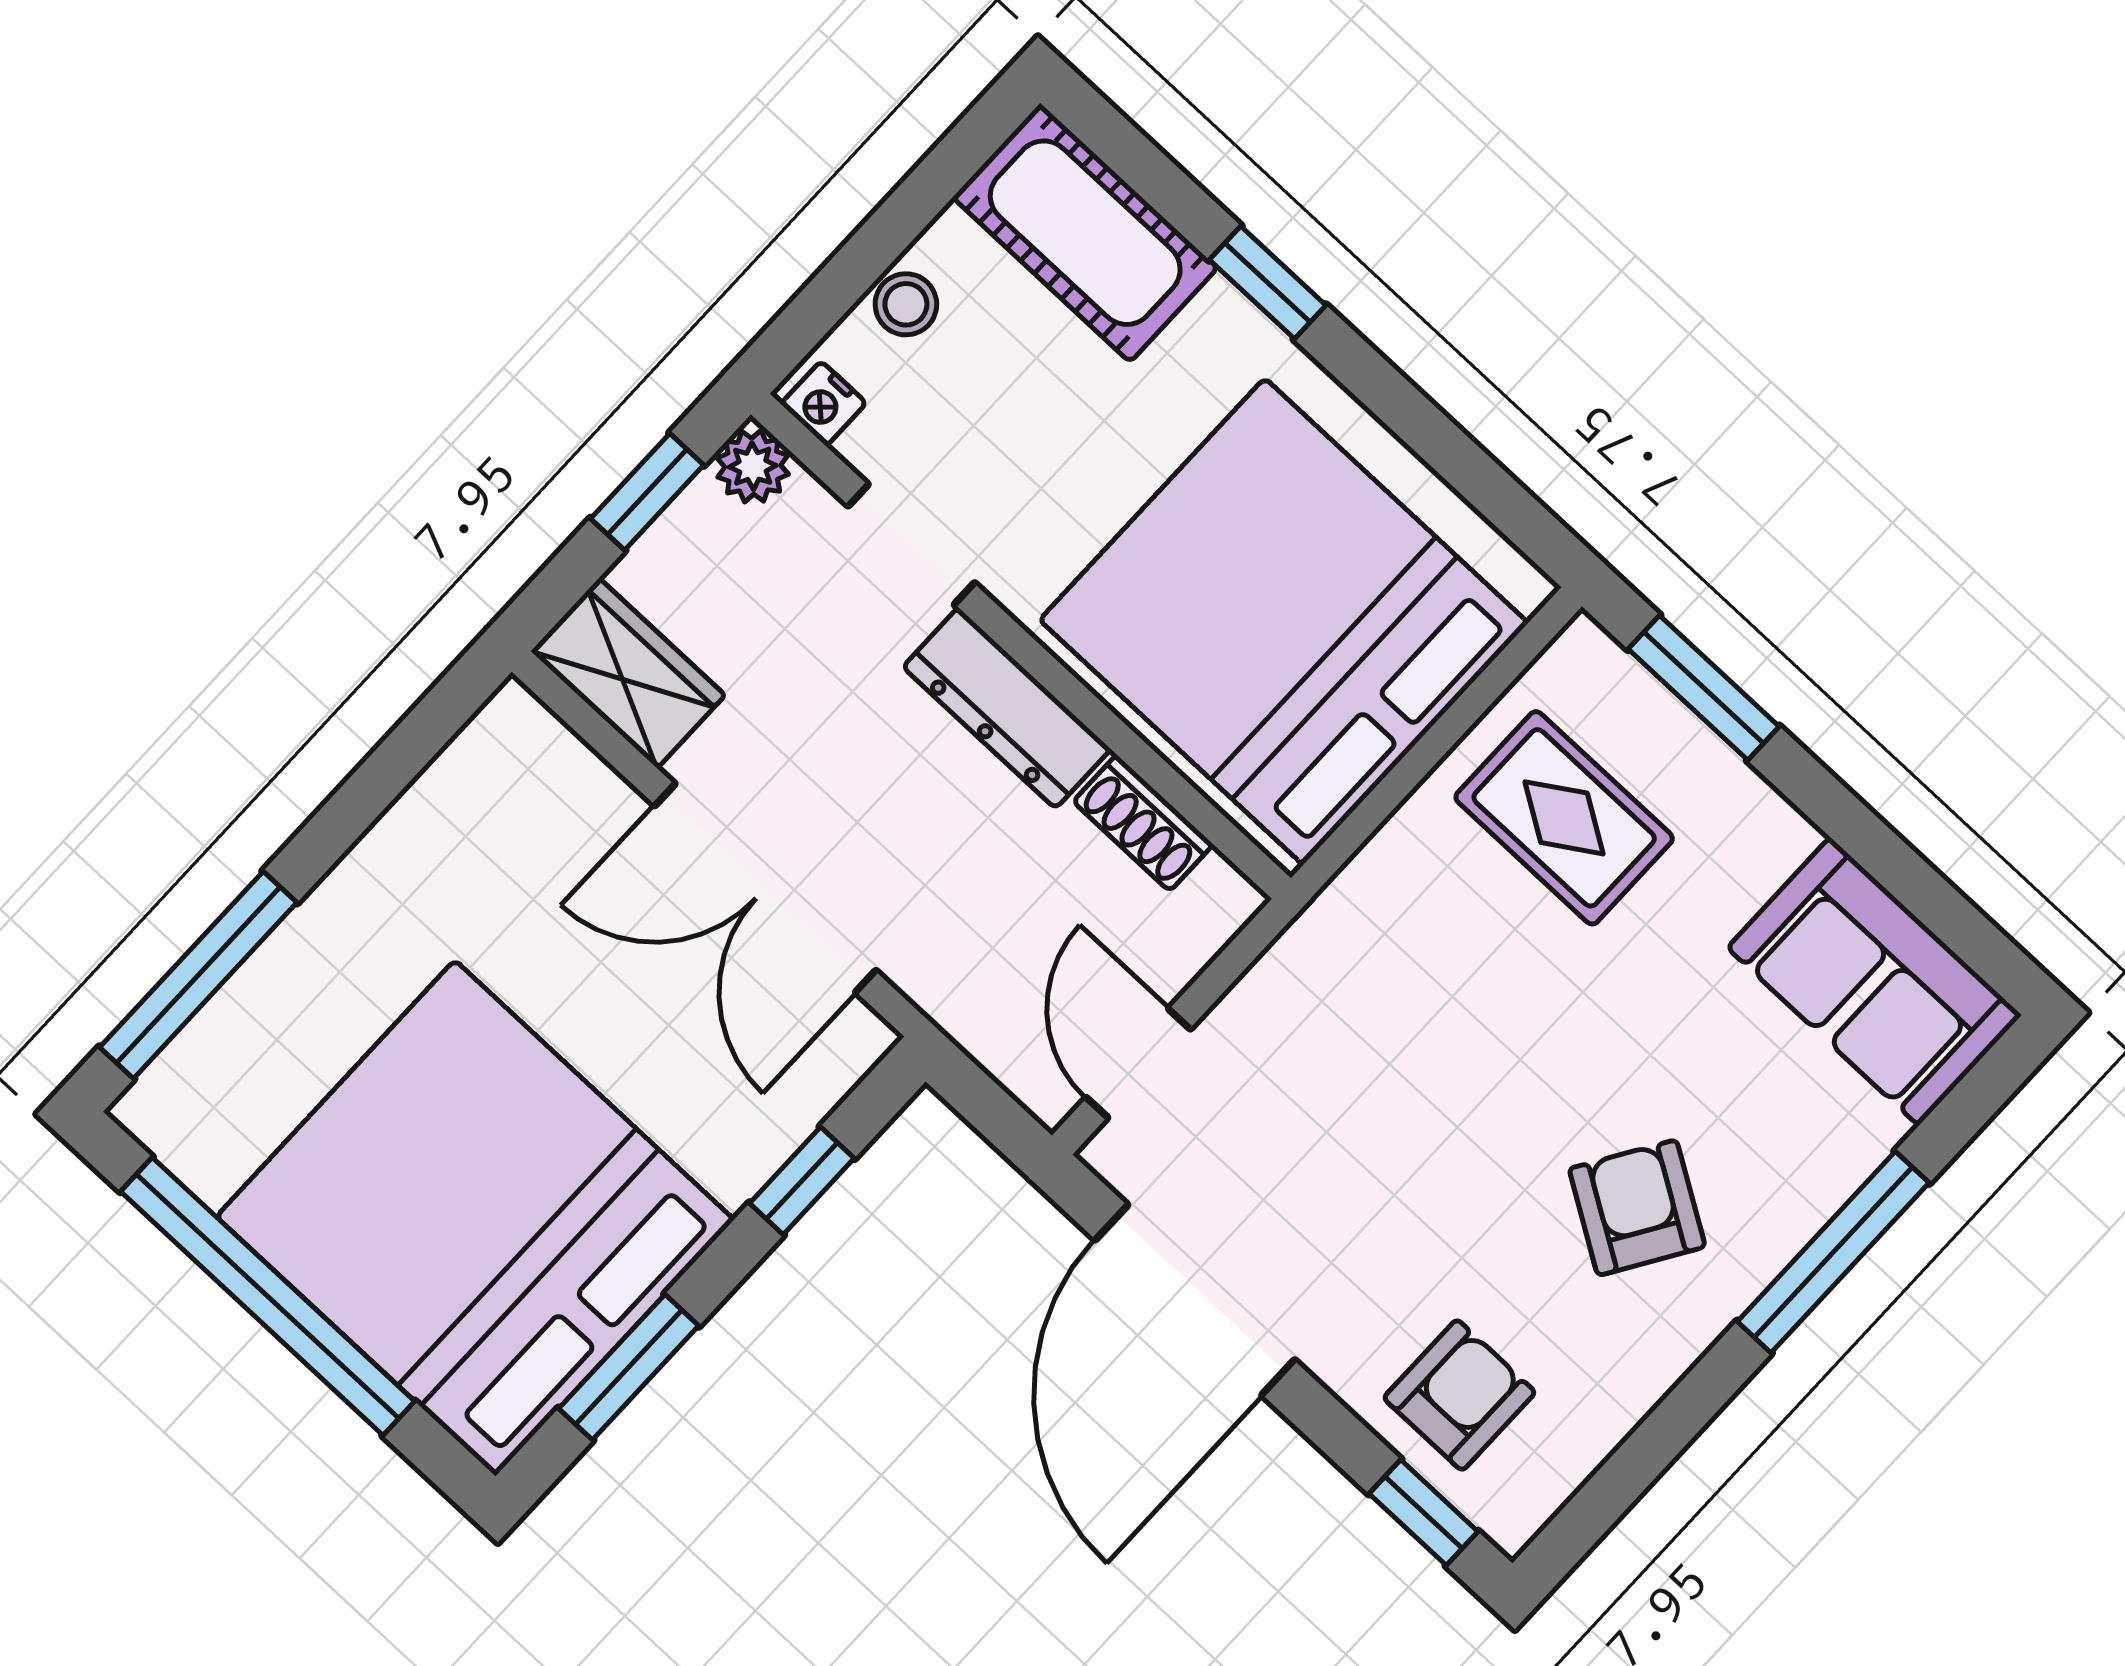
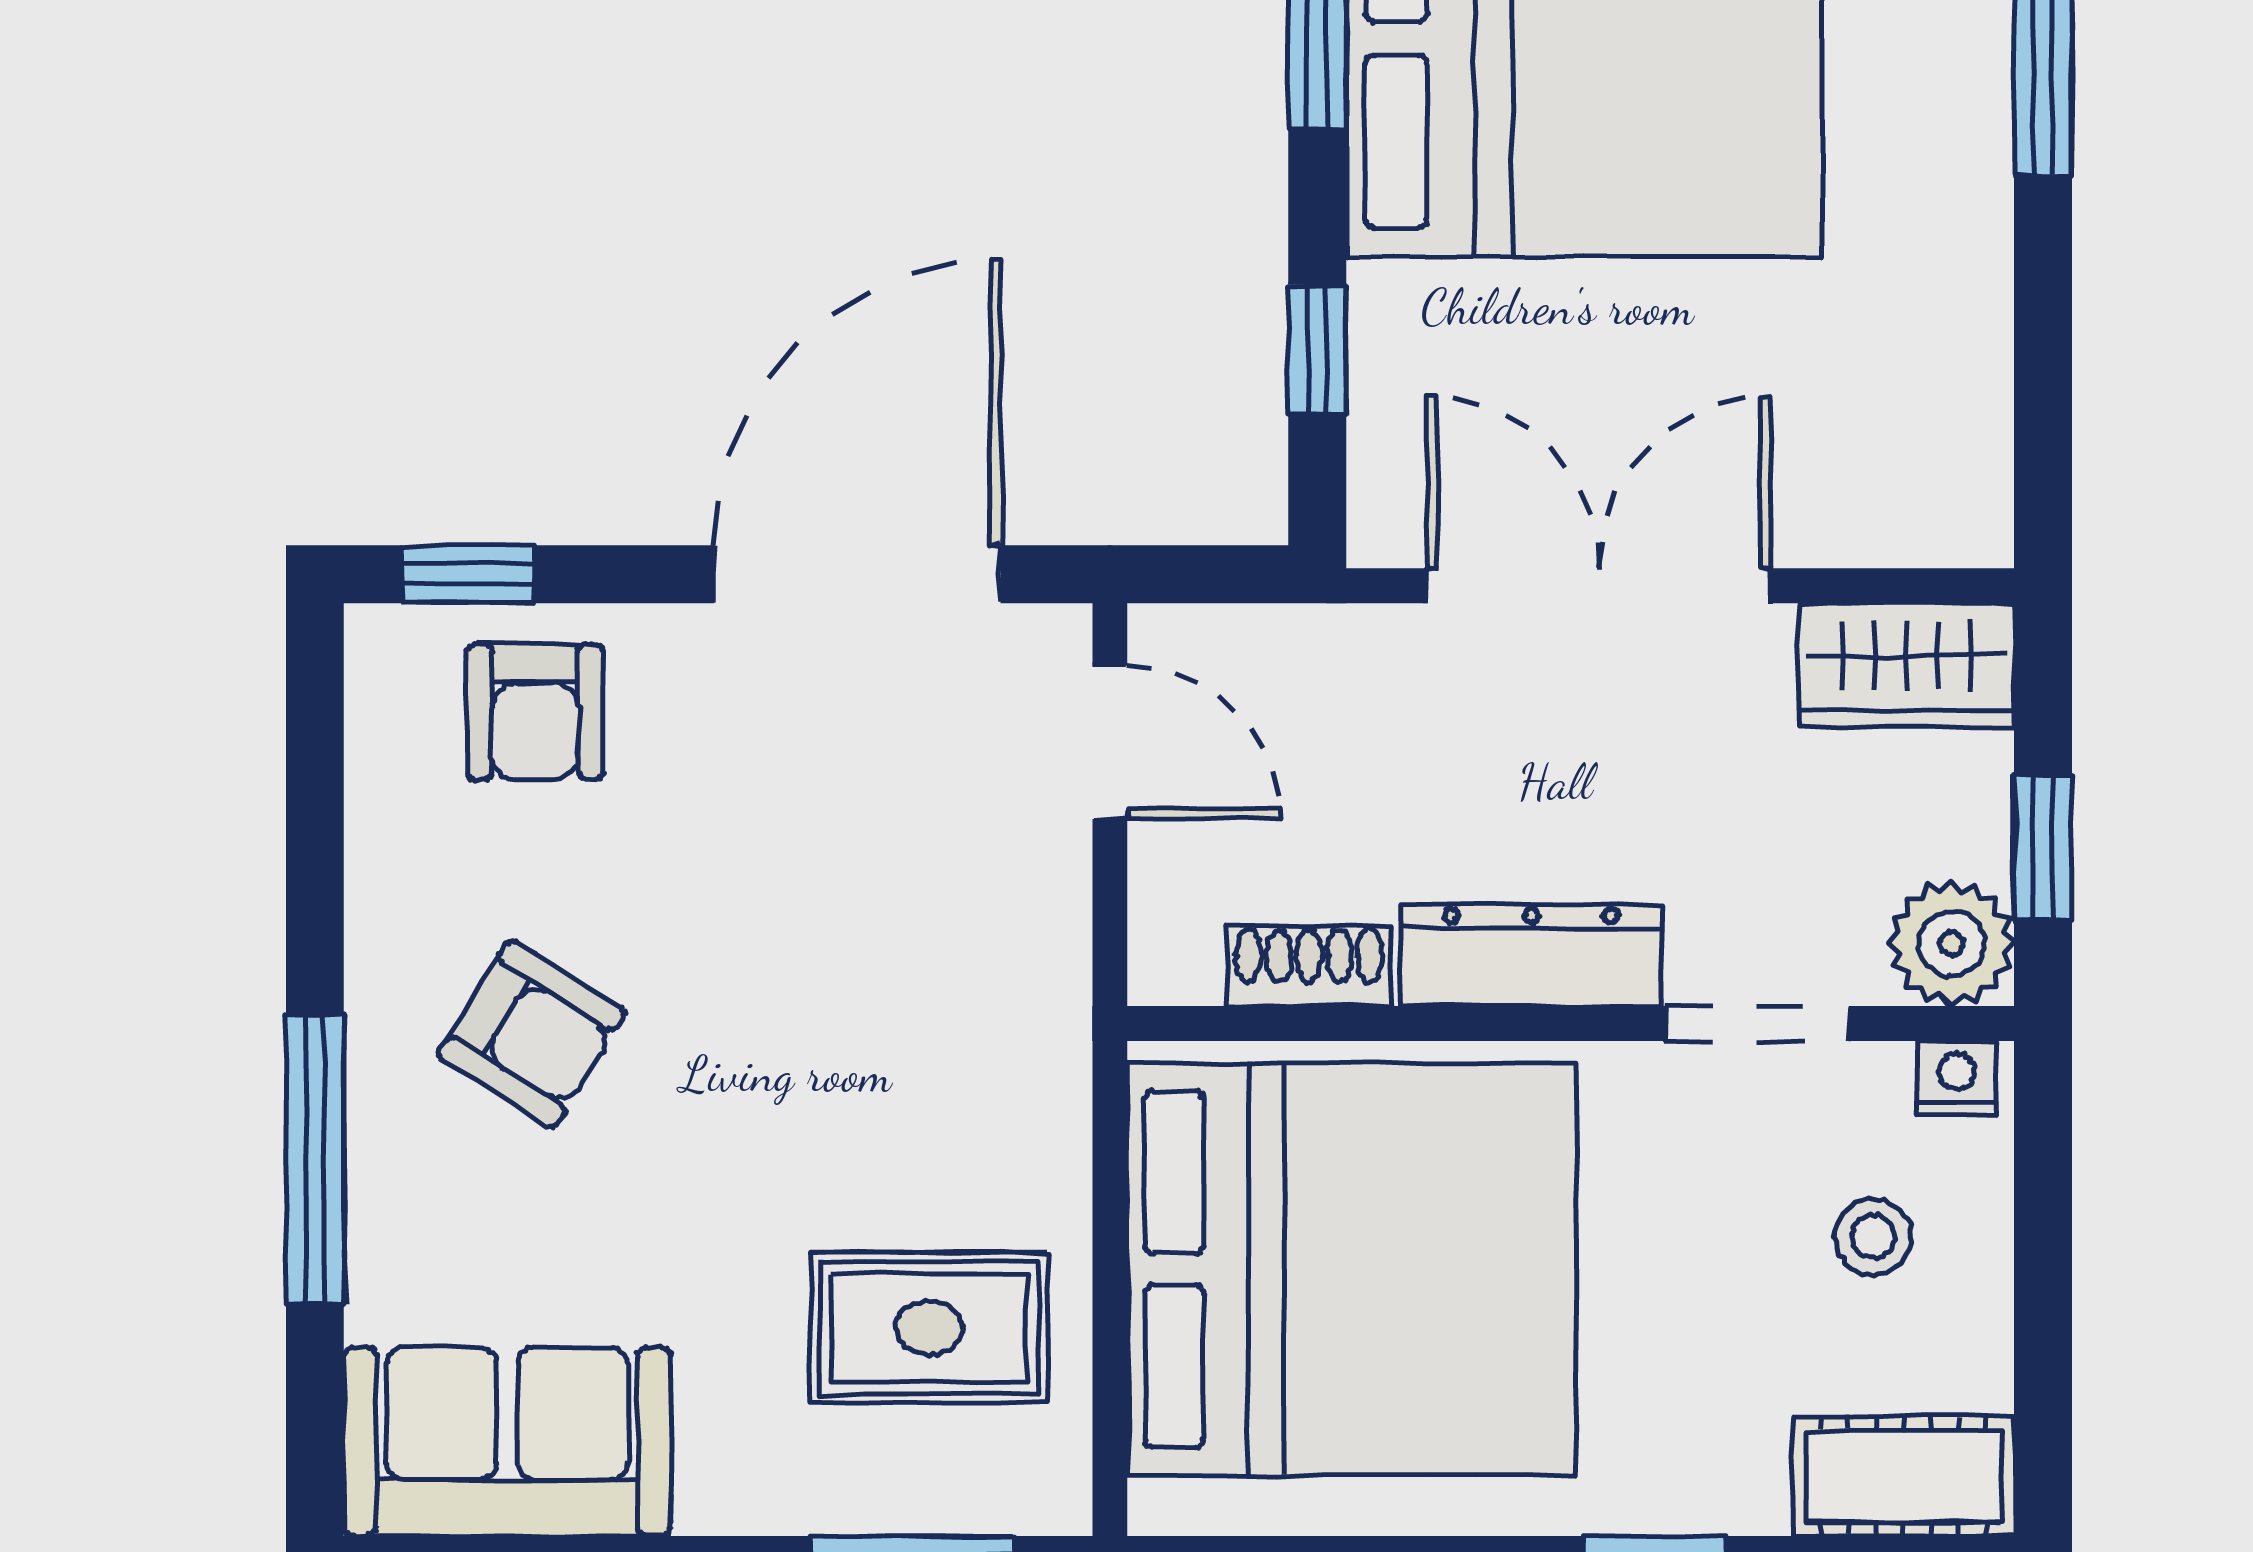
cot: (1085, 233) -> (1904, 1476), width x0.73, depth x0.75
stool: (906, 304) -> (1873, 1237), moved
plant: (753, 466) -> (1951, 943), width x1.38, depth x1.38
door: (1195, 1300) -> (857, 574), hinge flipped

